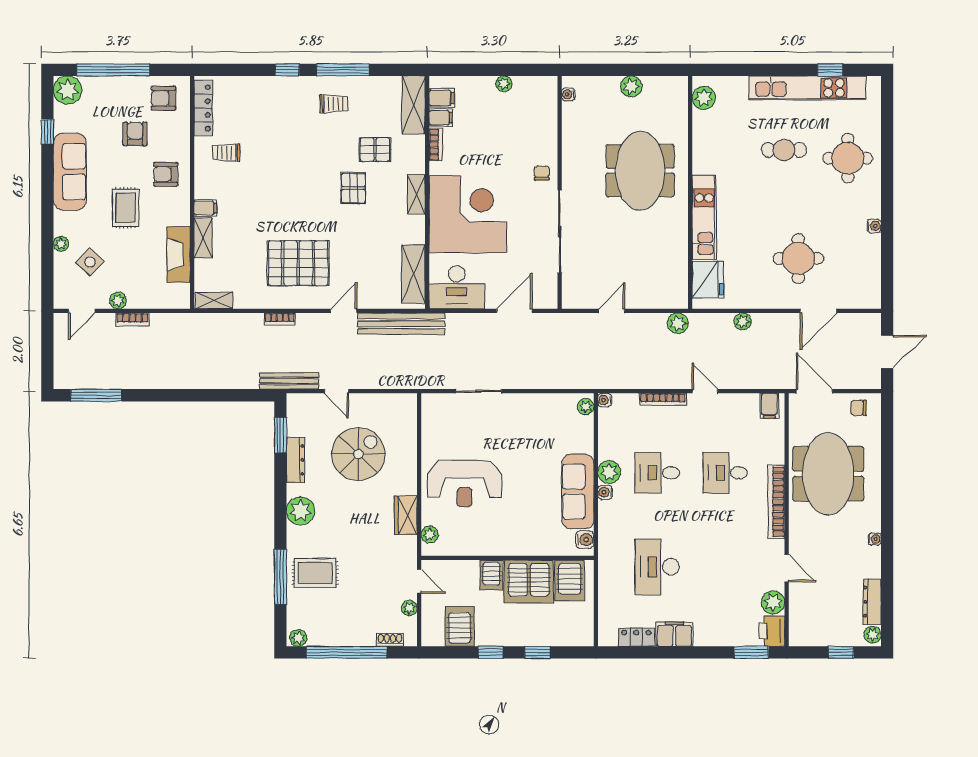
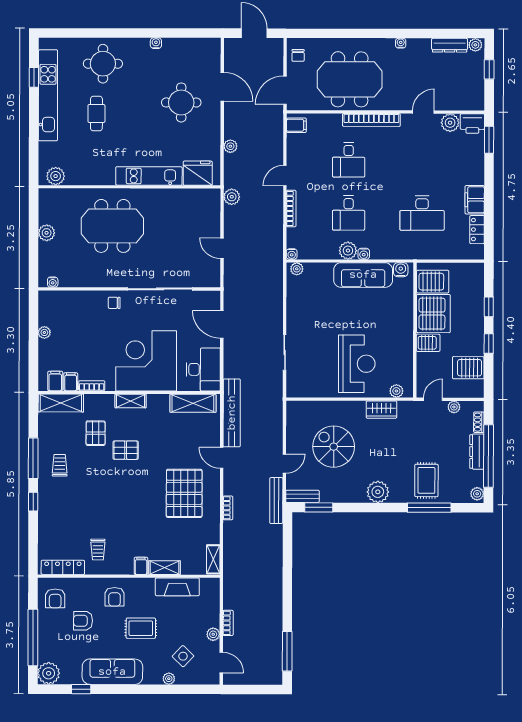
bench: (295, 414) -> (302, 496), added
dresser: (295, 460) -> (477, 452), moved, turned -90

